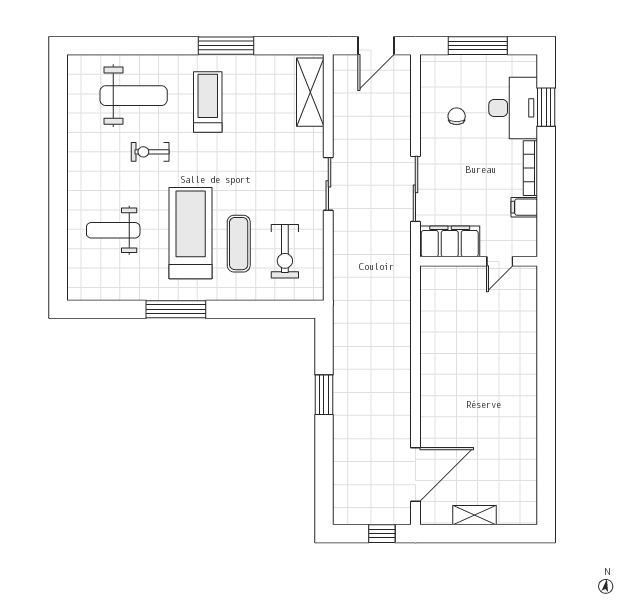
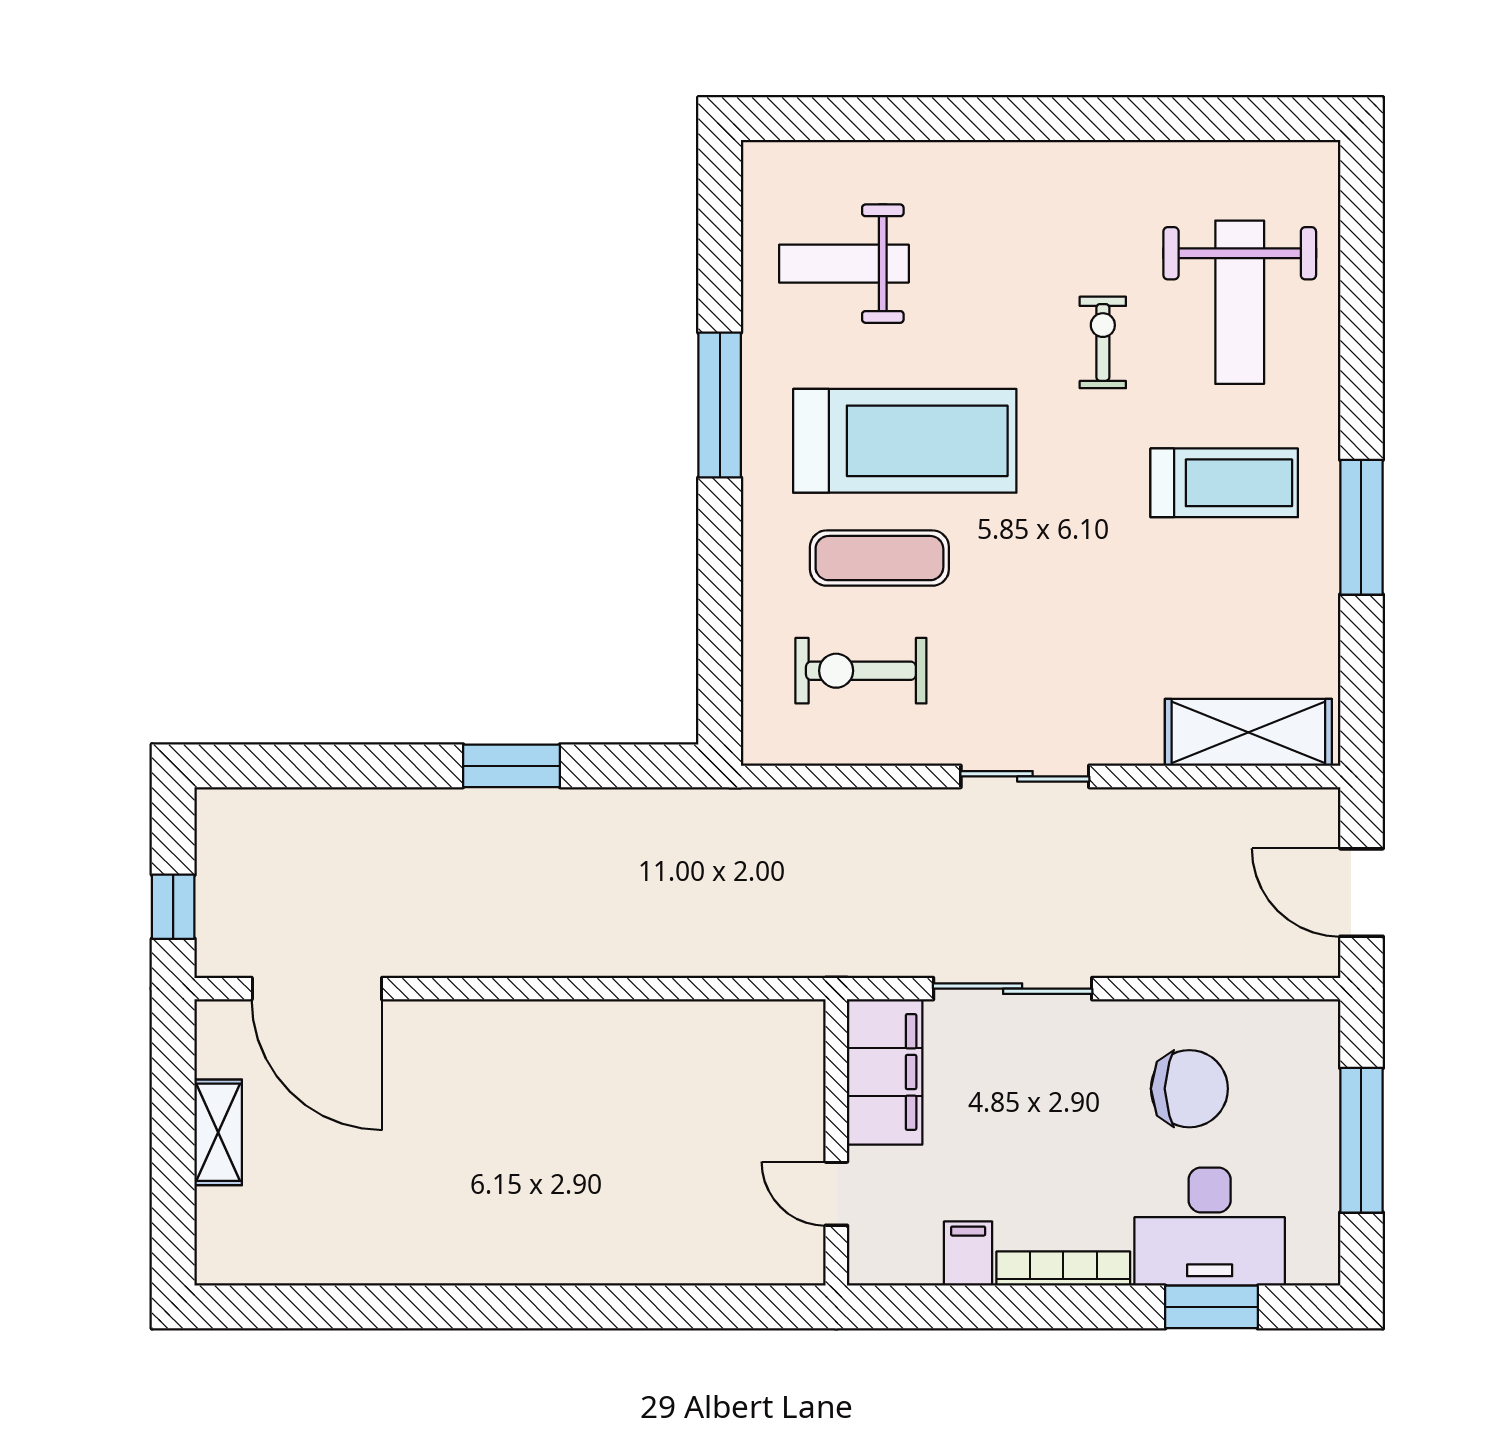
chair: (457, 116) -> (1189, 1089), width x1.87, depth x1.87
weight bench: (113, 230) -> (844, 264), moved, turned -90

